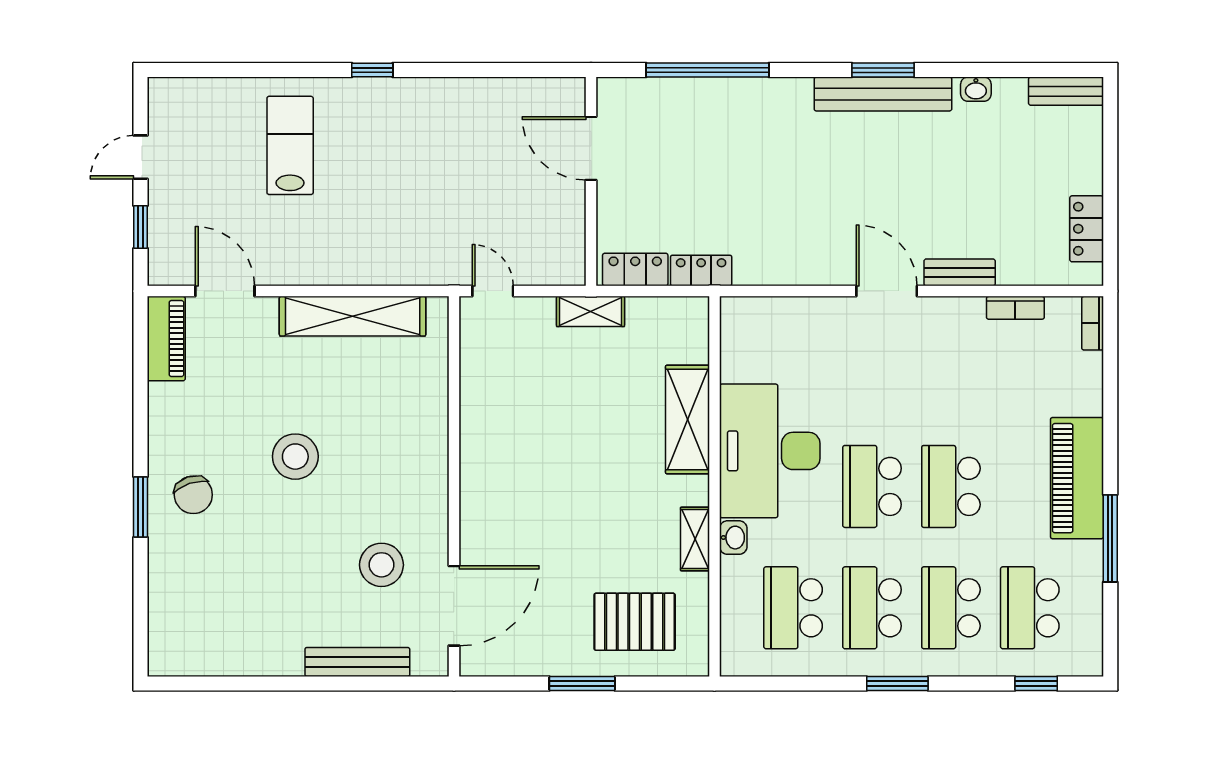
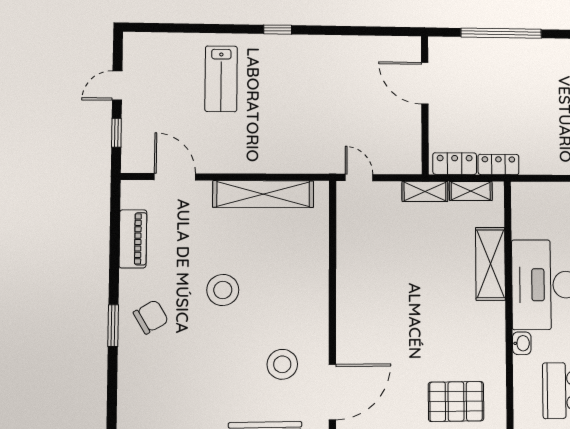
lab bench: (290, 145) -> (221, 79), turned 180
piano: (166, 339) -> (133, 239), moved
chair: (193, 495) -> (151, 317), turned -102
shelving: (695, 539) -> (471, 191), moved, turned 90

